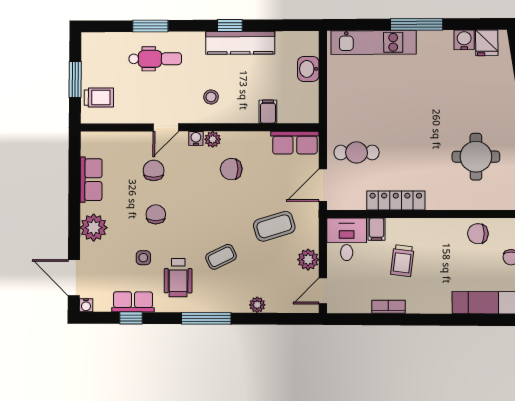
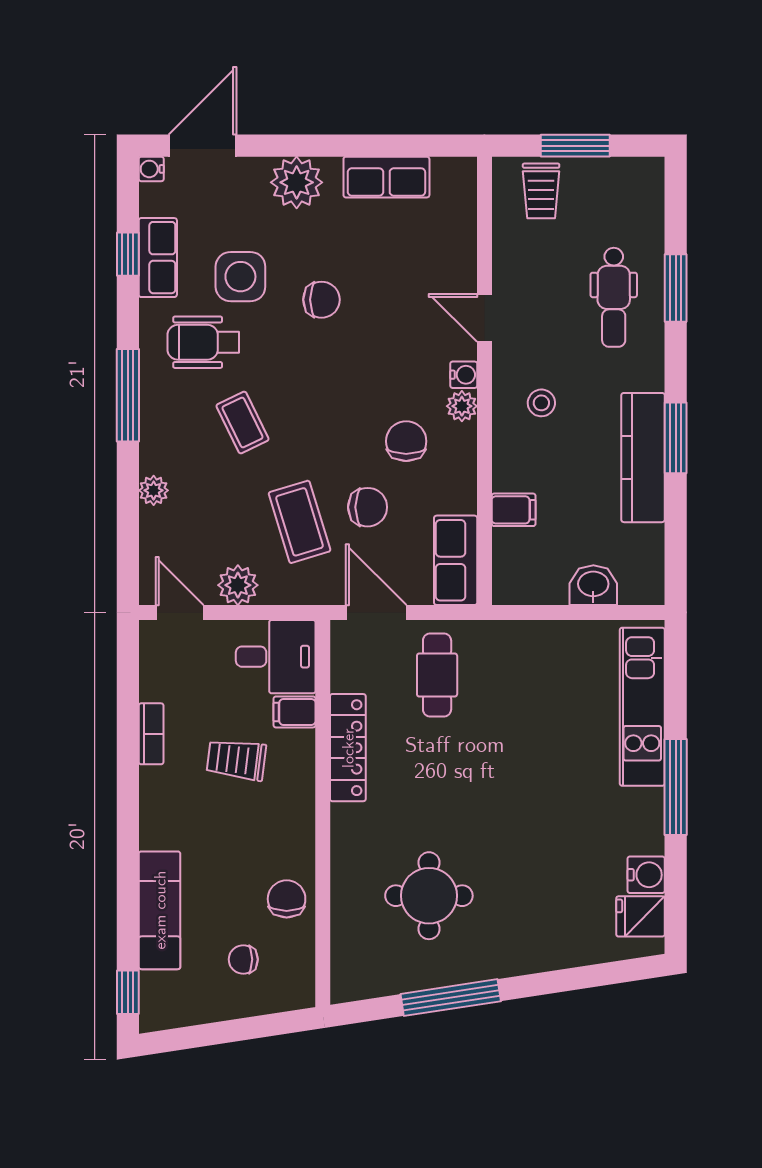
window: (230, 26) -> (676, 438), width x1.50
chair: (154, 170) -> (368, 507), moved
side table: (143, 258) -> (240, 277), width x1.87, depth x1.87

